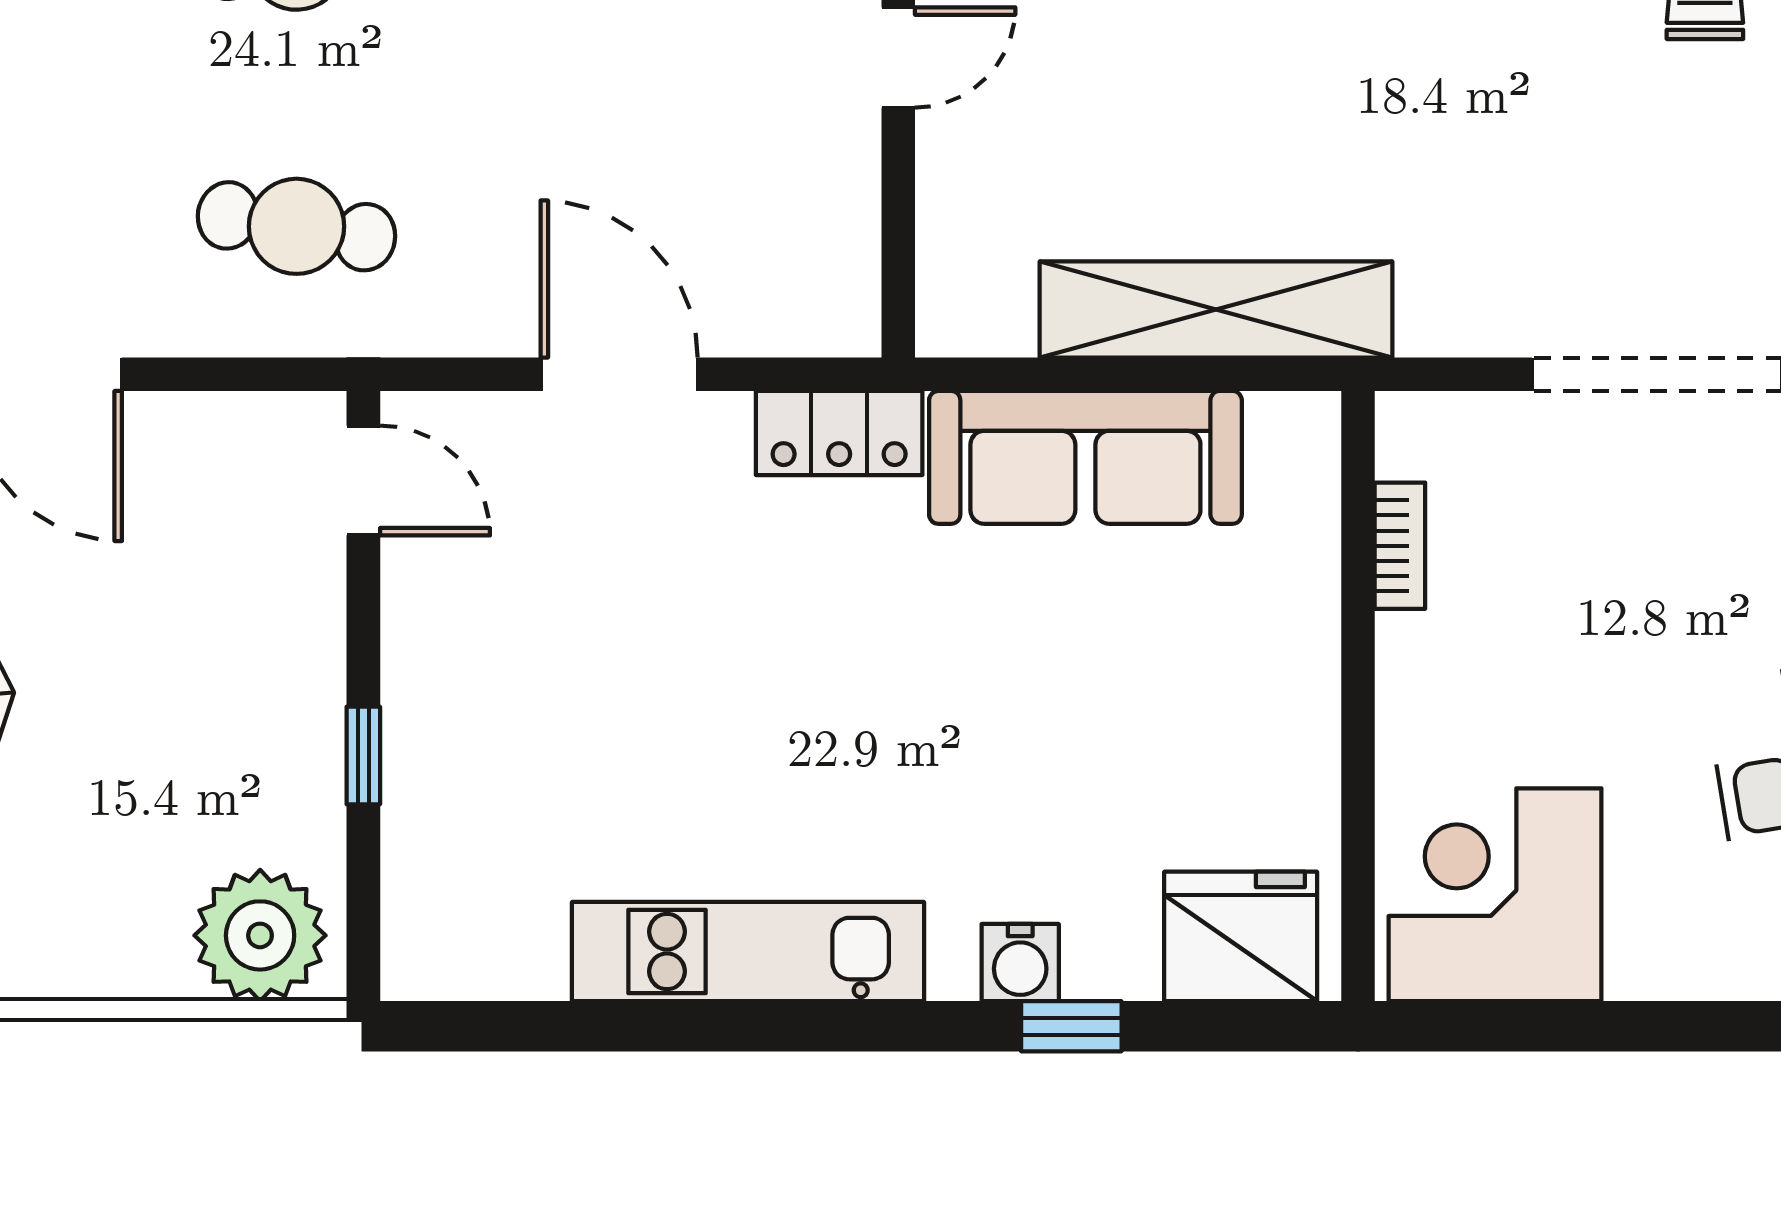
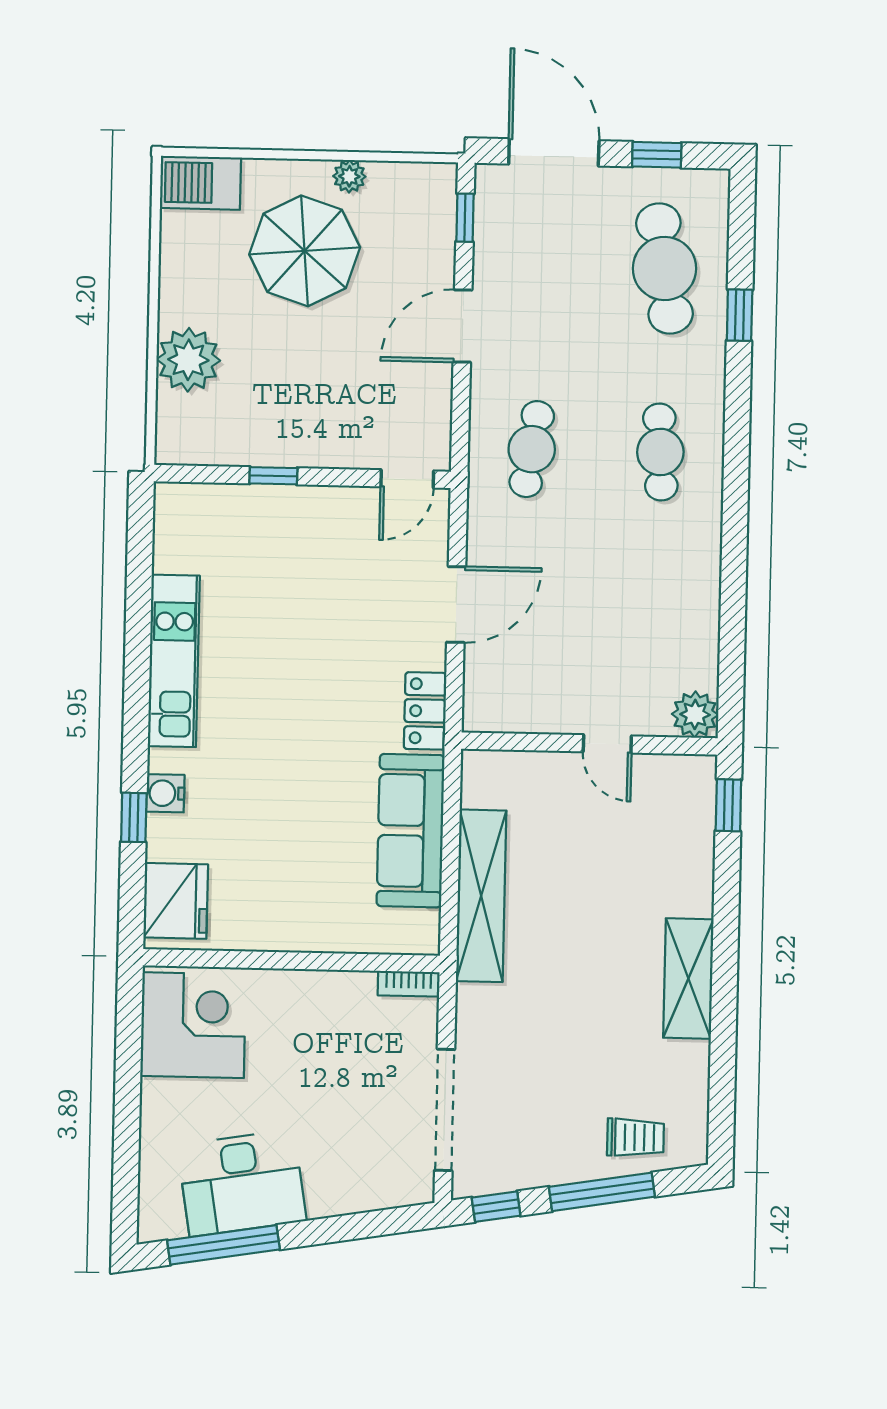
bookcase: (1400, 546) -> (409, 984), moved
plant: (260, 935) -> (188, 360), moved

